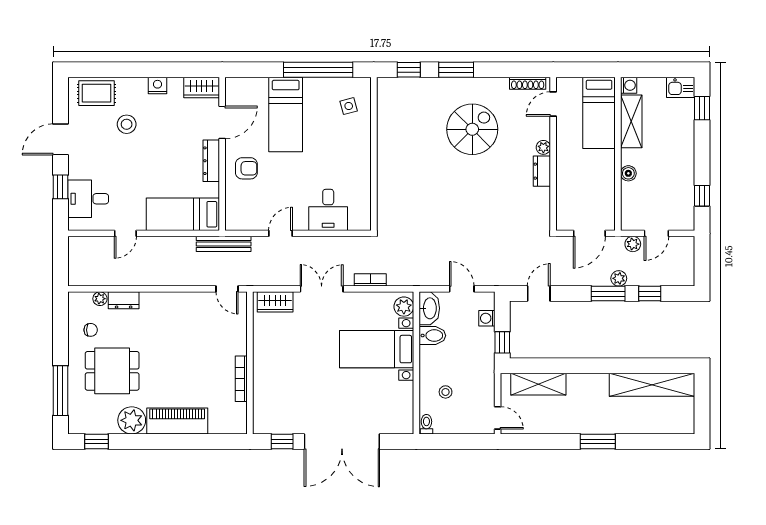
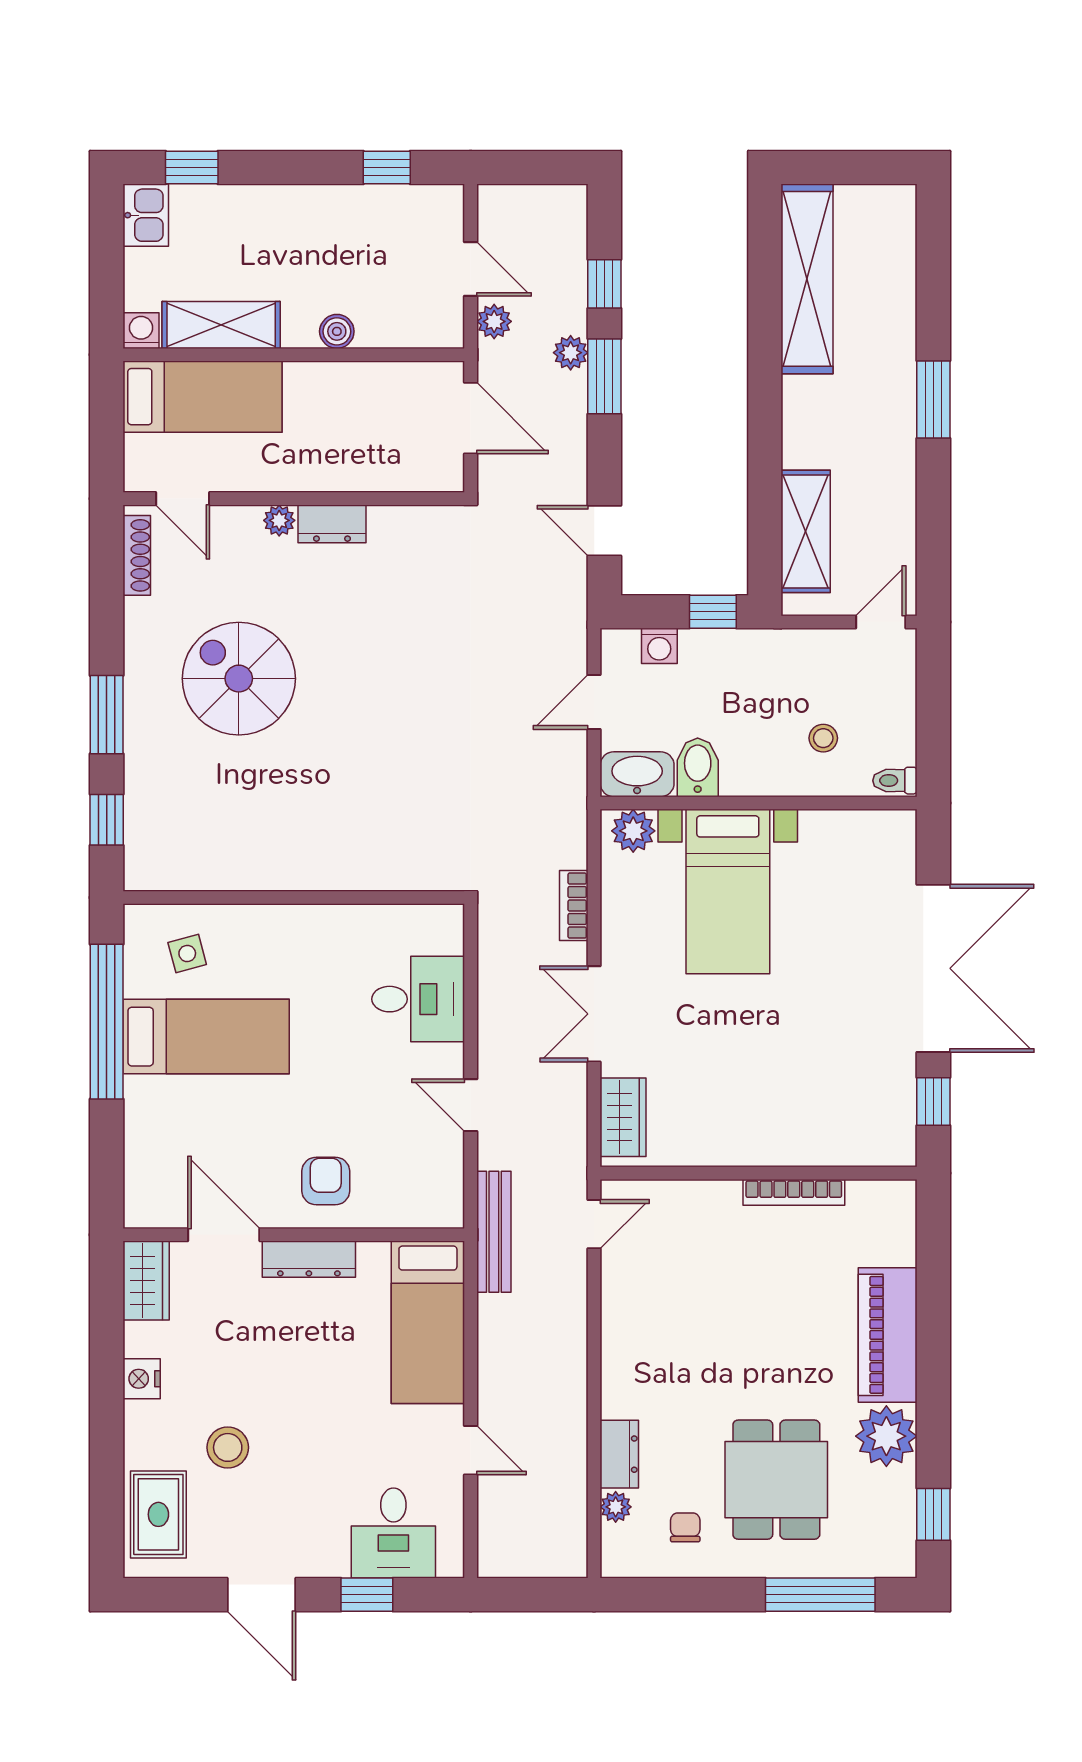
bed: (286, 115) -> (206, 1037), moved

